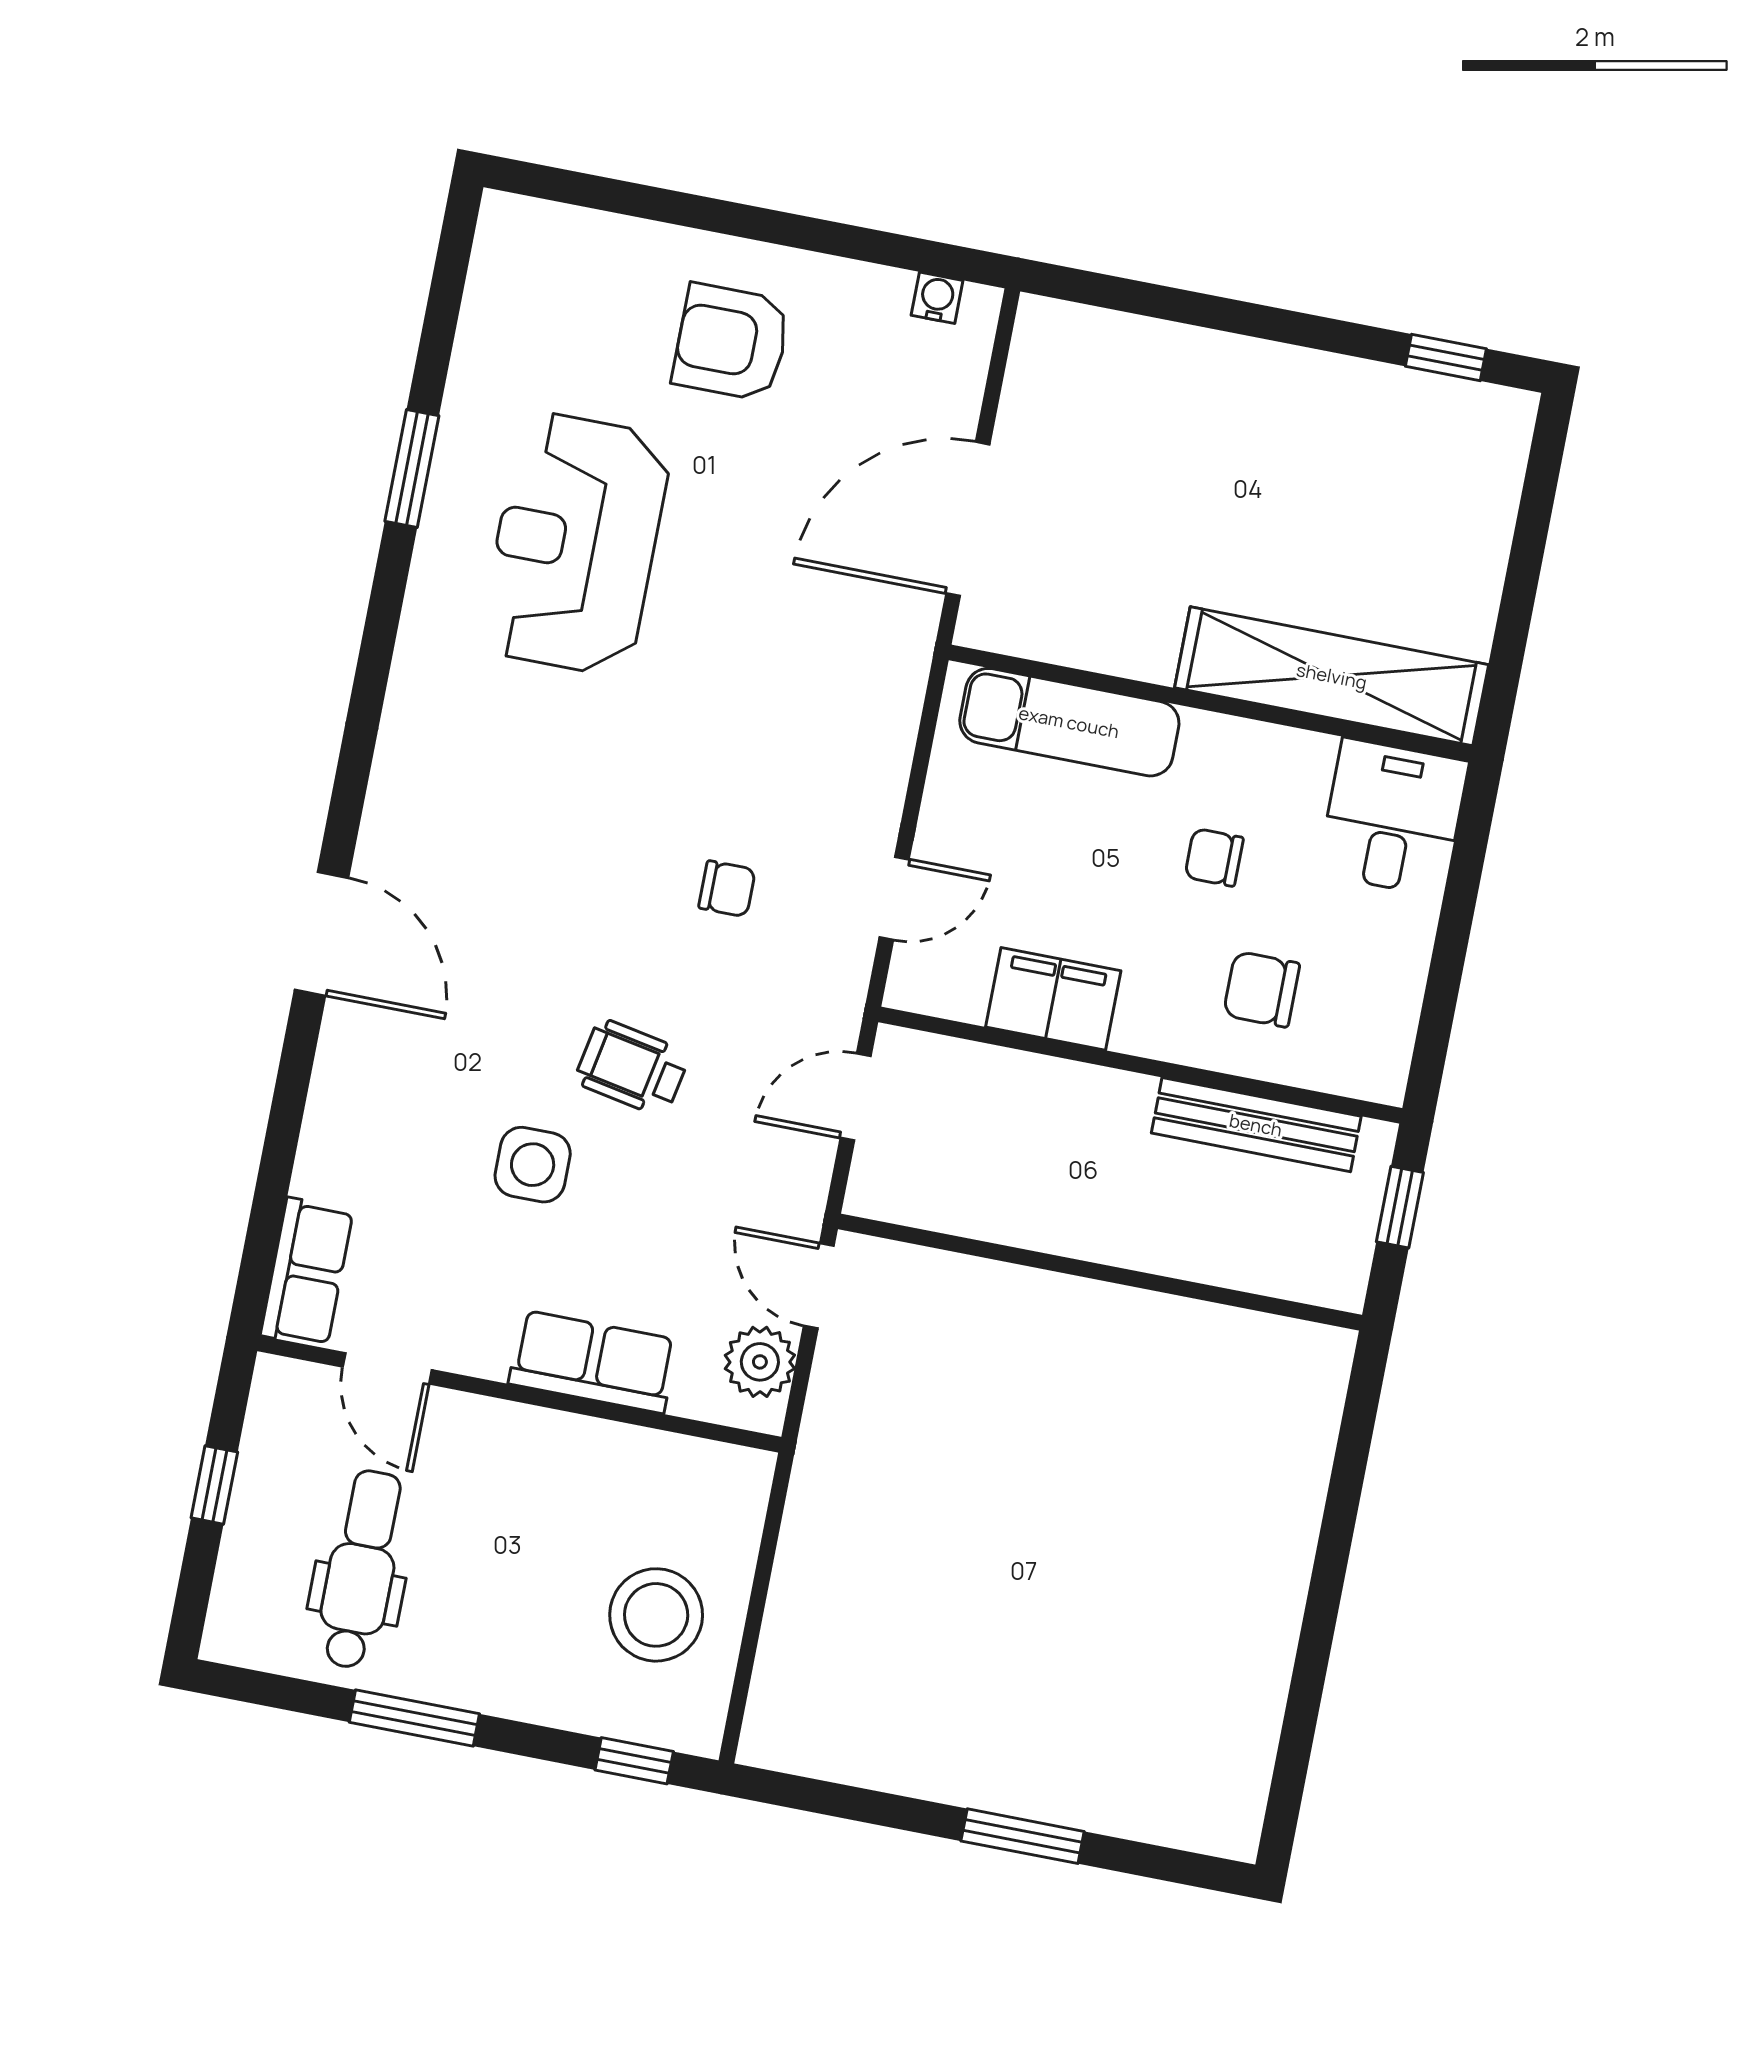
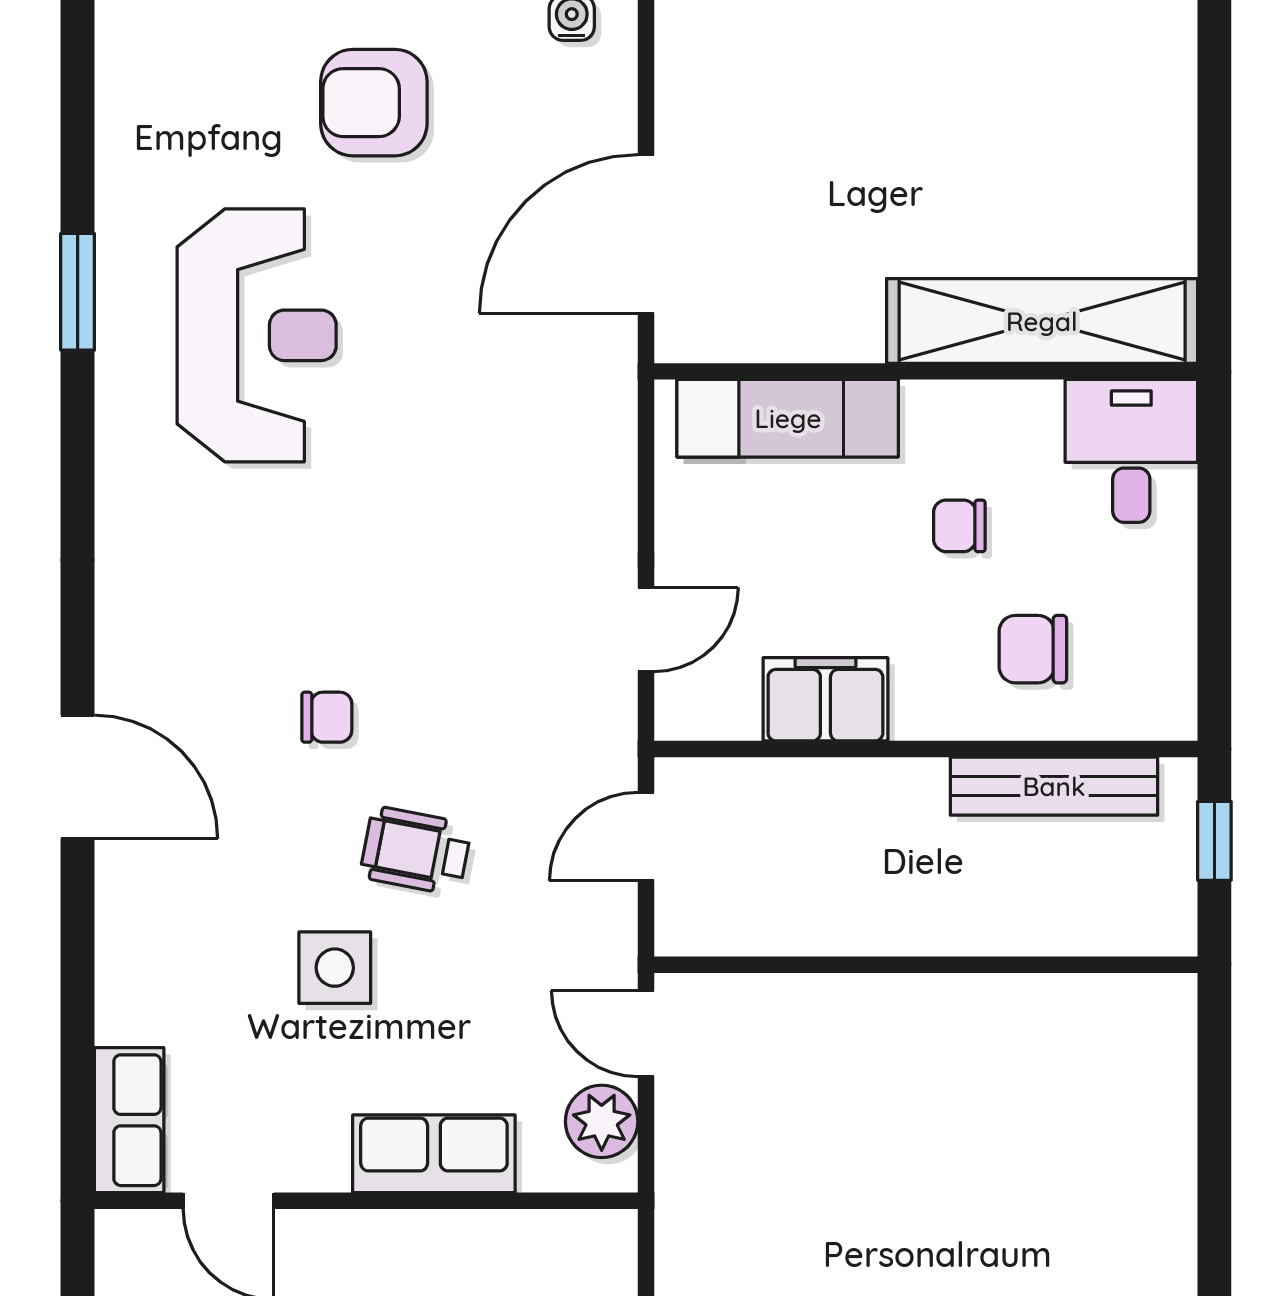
reception desk: (576, 544) -> (257, 335), turned 180
chair: (727, 889) -> (327, 717), moved

